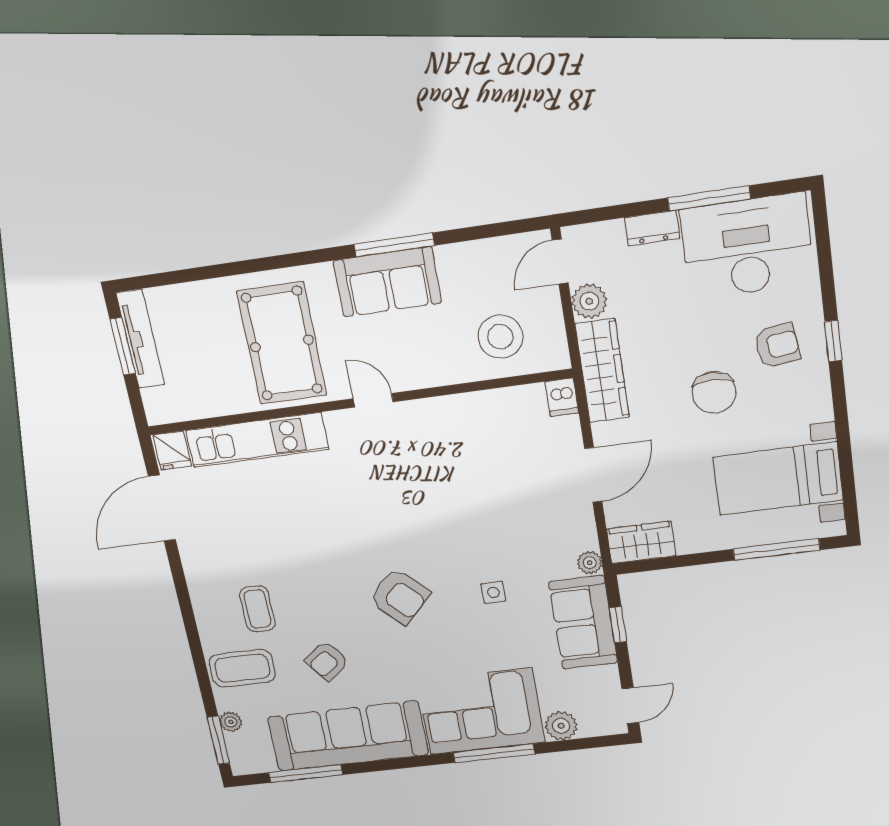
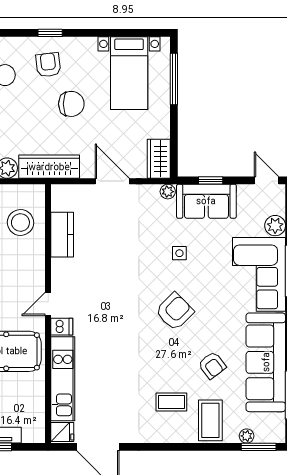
dishwasher: (562, 397) -> (62, 327), moved
kitchen counter: (492, 407) -> (62, 235), added

